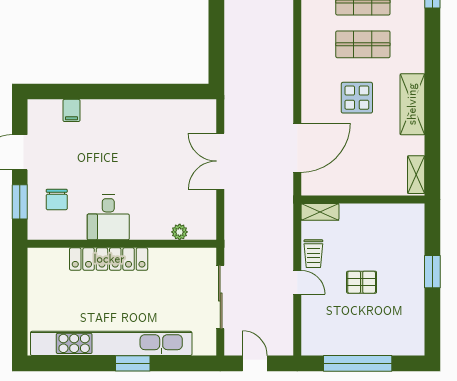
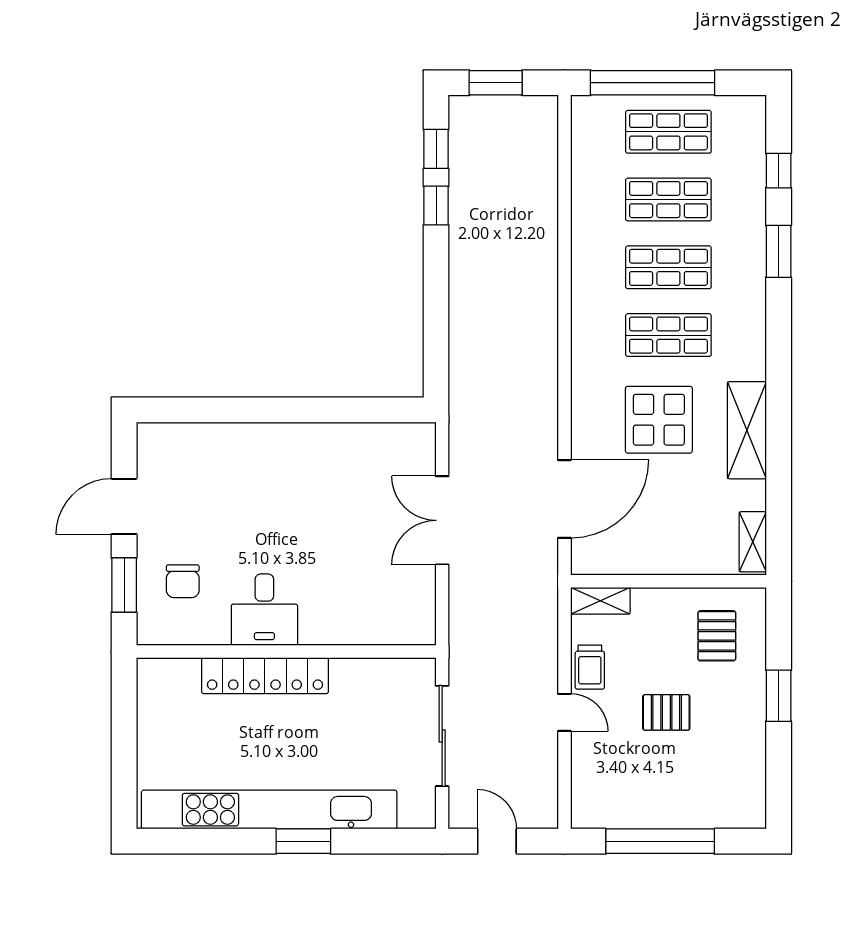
display table: (357, 98) -> (659, 420), width x1.36, depth x1.36
filing cabinet: (71, 110) -> (206, 440), removed
plant: (180, 232) -> (378, 633), removed
pallet: (393, 234) -> (717, 636), added

